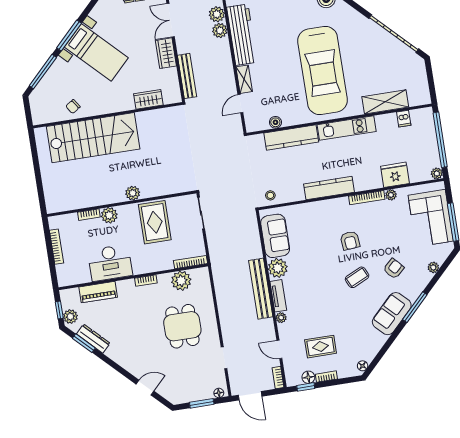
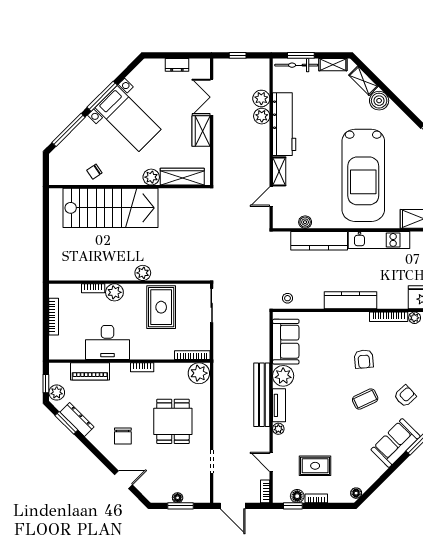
bench: (187, 76) -> (220, 159), removed
wardrobe: (148, 99) -> (182, 177), width x1.50
plant: (126, 103) -> (151, 177), added
plant: (181, 281) -> (199, 373), moved
chair: (138, 347) -> (123, 436), added
floor lamp: (219, 393) -> (178, 498), moved

